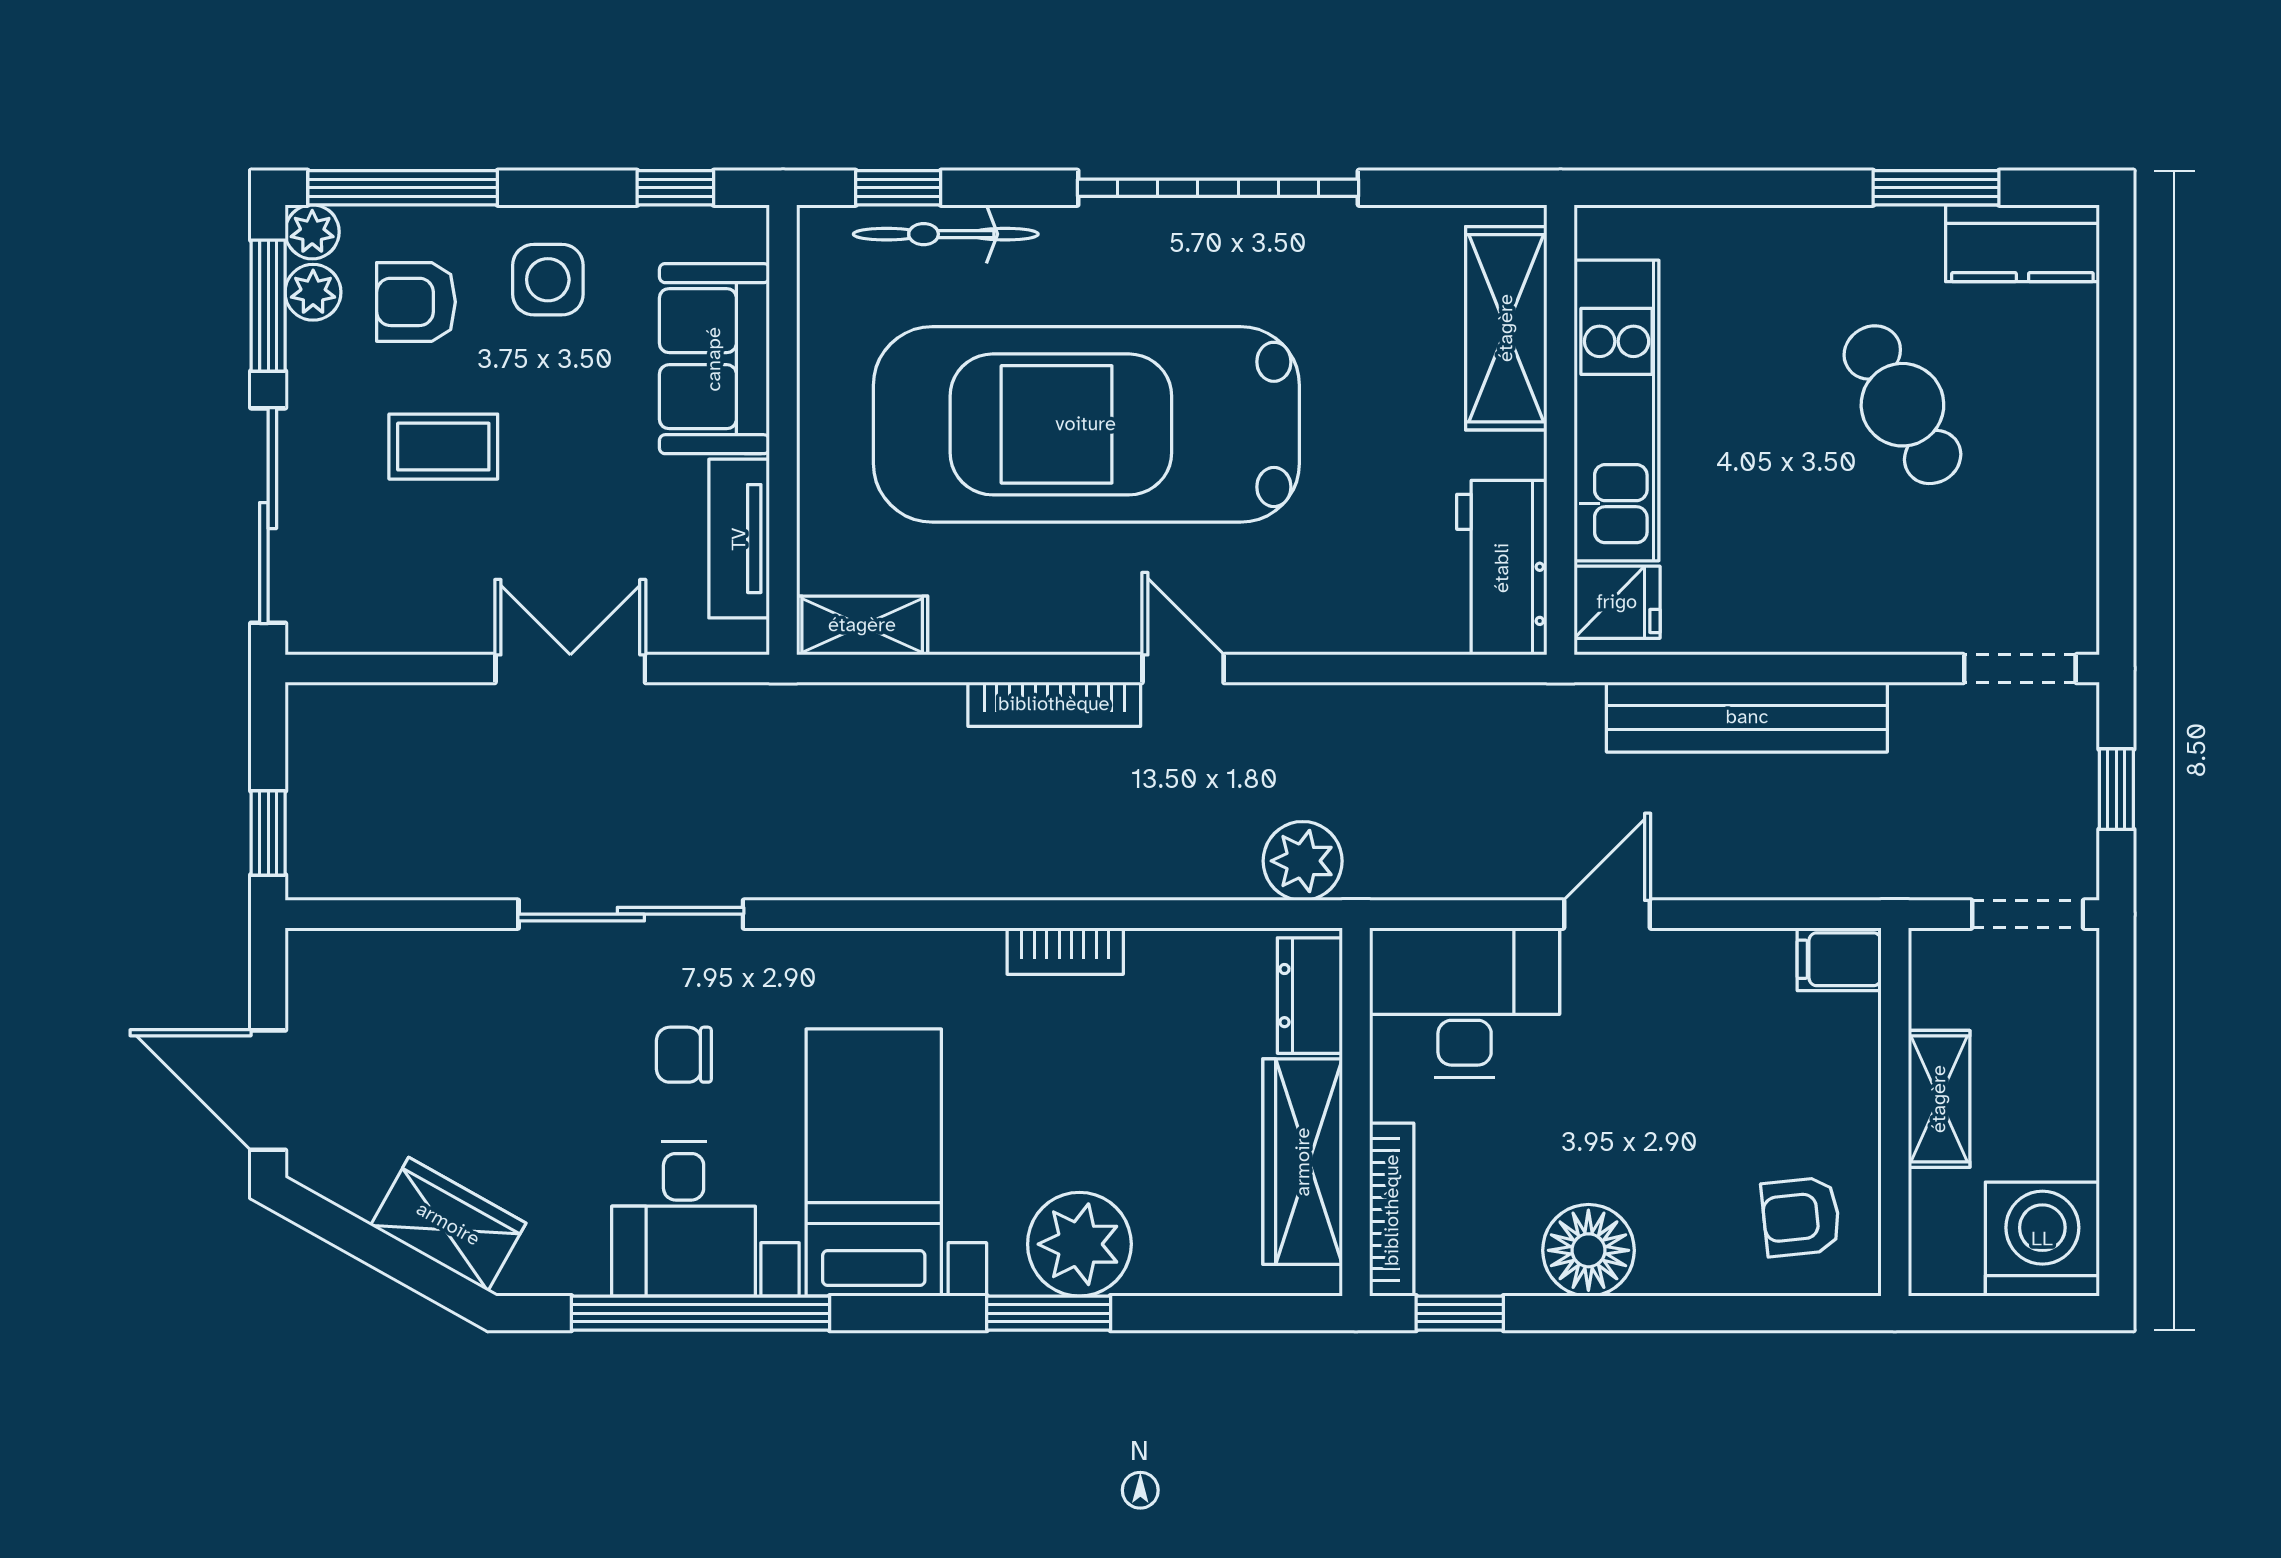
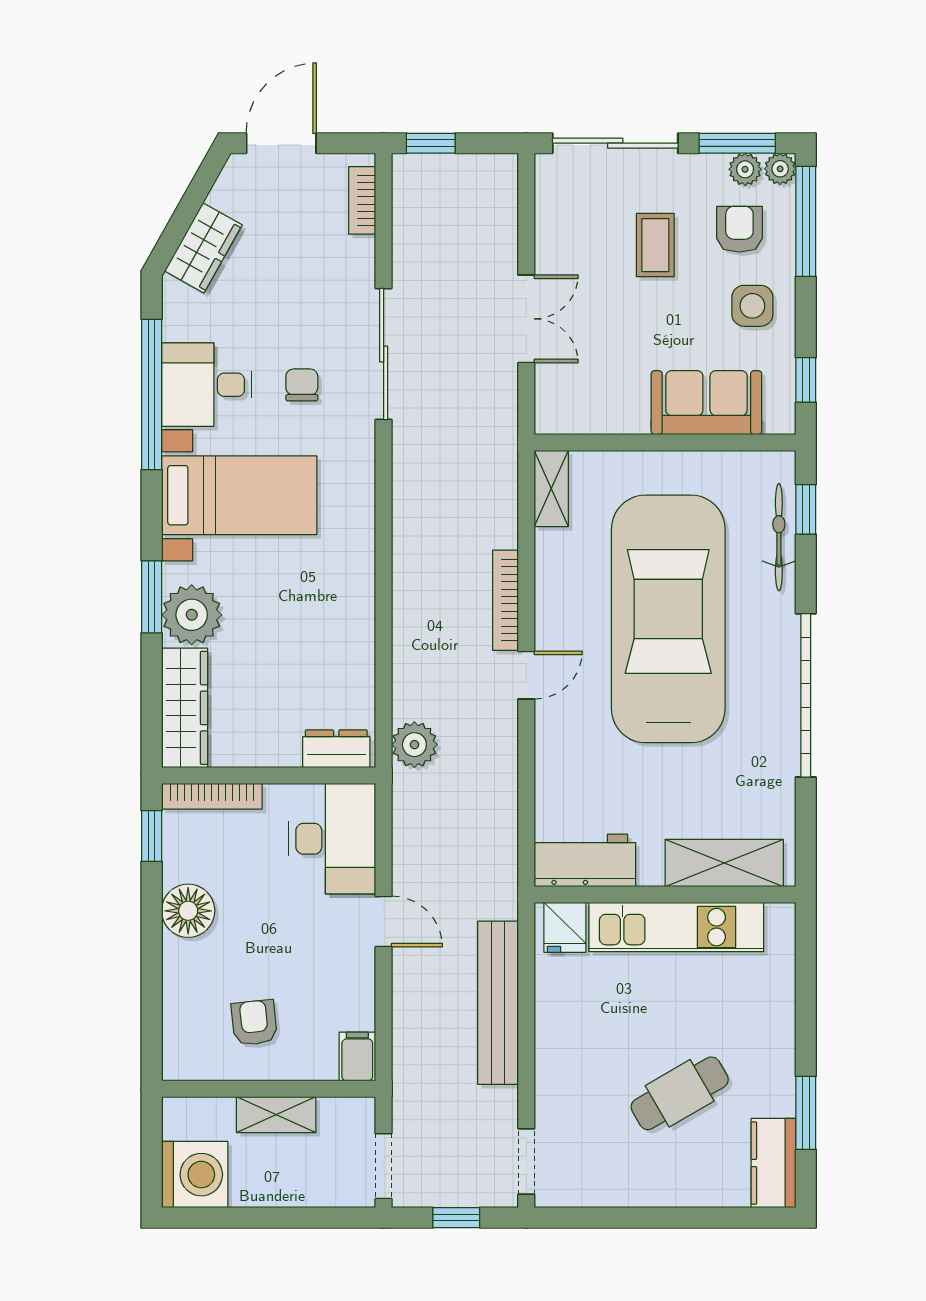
tv unit: (739, 539) -> (602, 417), removed
bookcase: (1065, 951) -> (362, 200), moved
wardrobe: (1303, 1162) -> (185, 708), moved, turned 90
armchair: (1801, 1217) -> (254, 1023), moved

